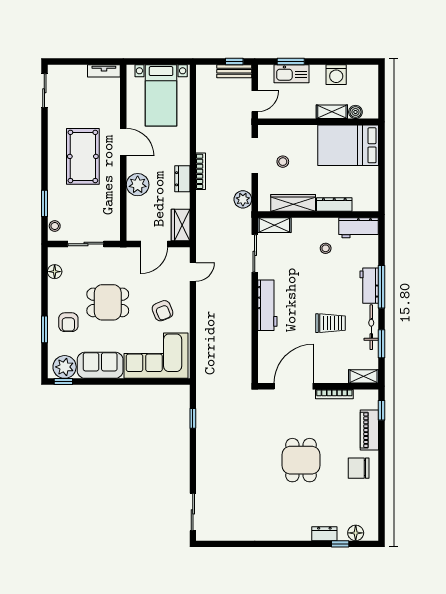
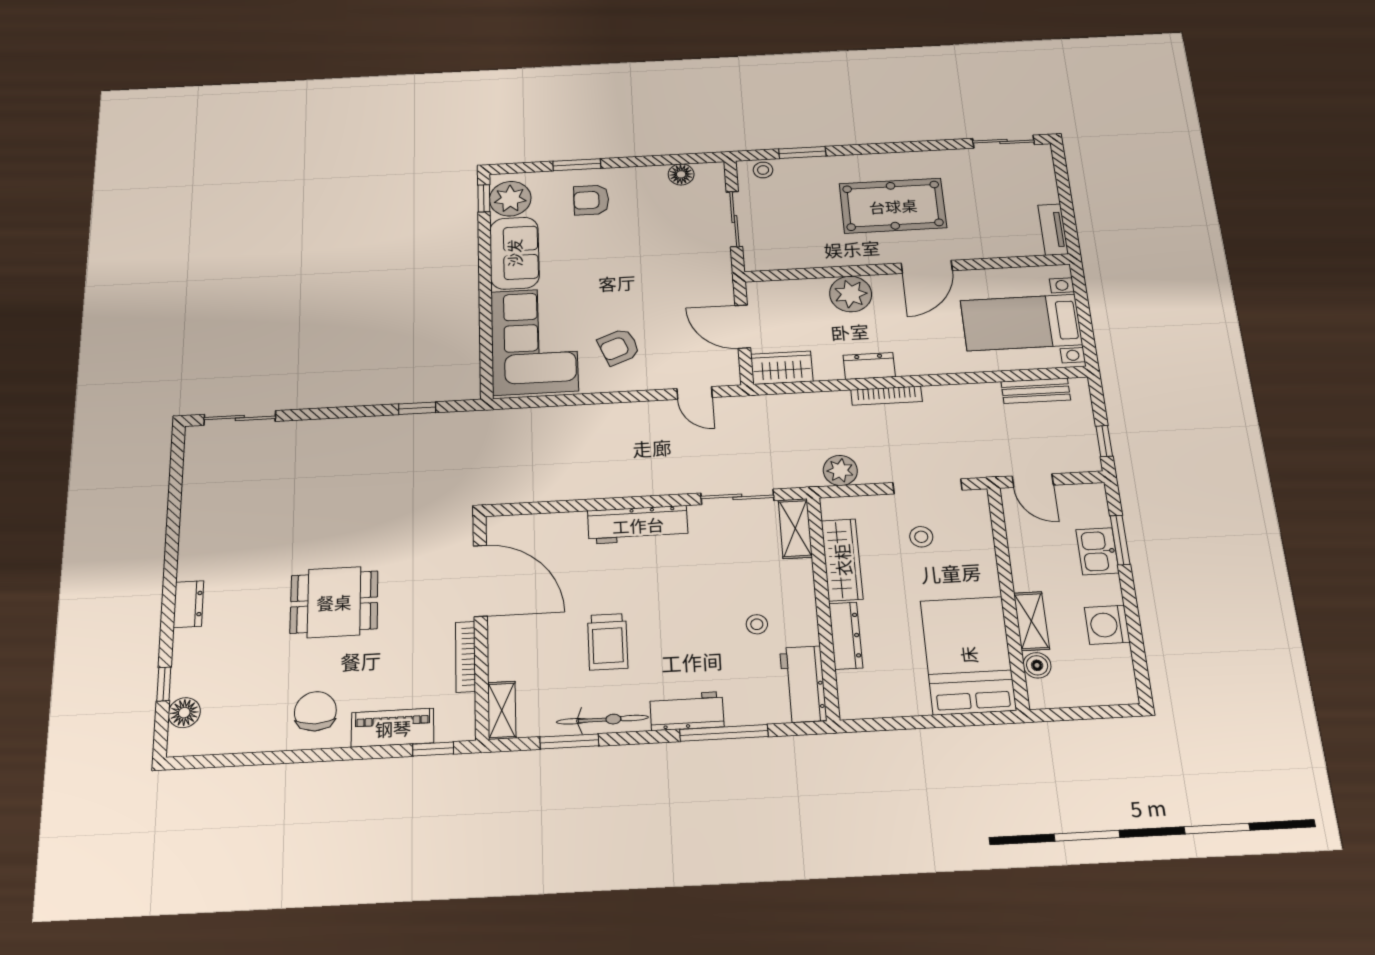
bench: (234, 71) -> (1036, 391), moved, turned 90
kitchen sink: (291, 74) -> (1097, 551), width x0.73
window: (381, 287) -> (724, 733), moved
dining table: (108, 302) -> (630, 259), removed
dresser: (324, 534) -> (188, 604), moved

